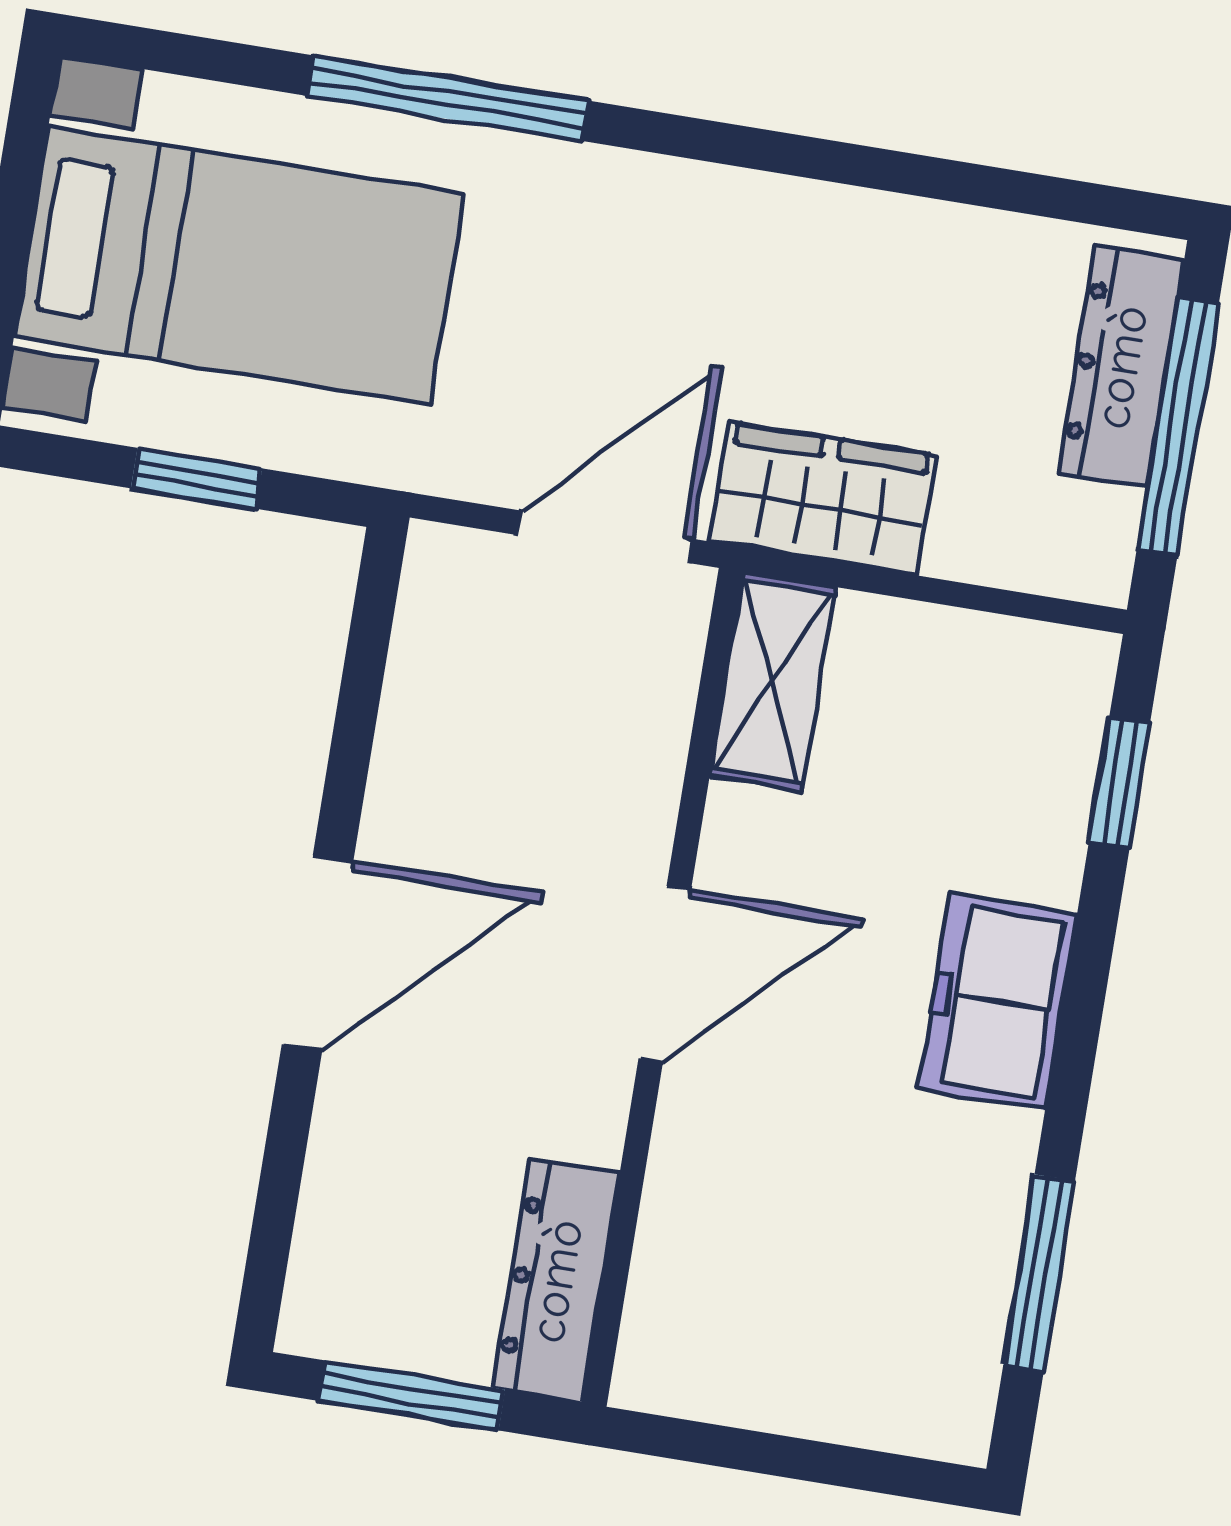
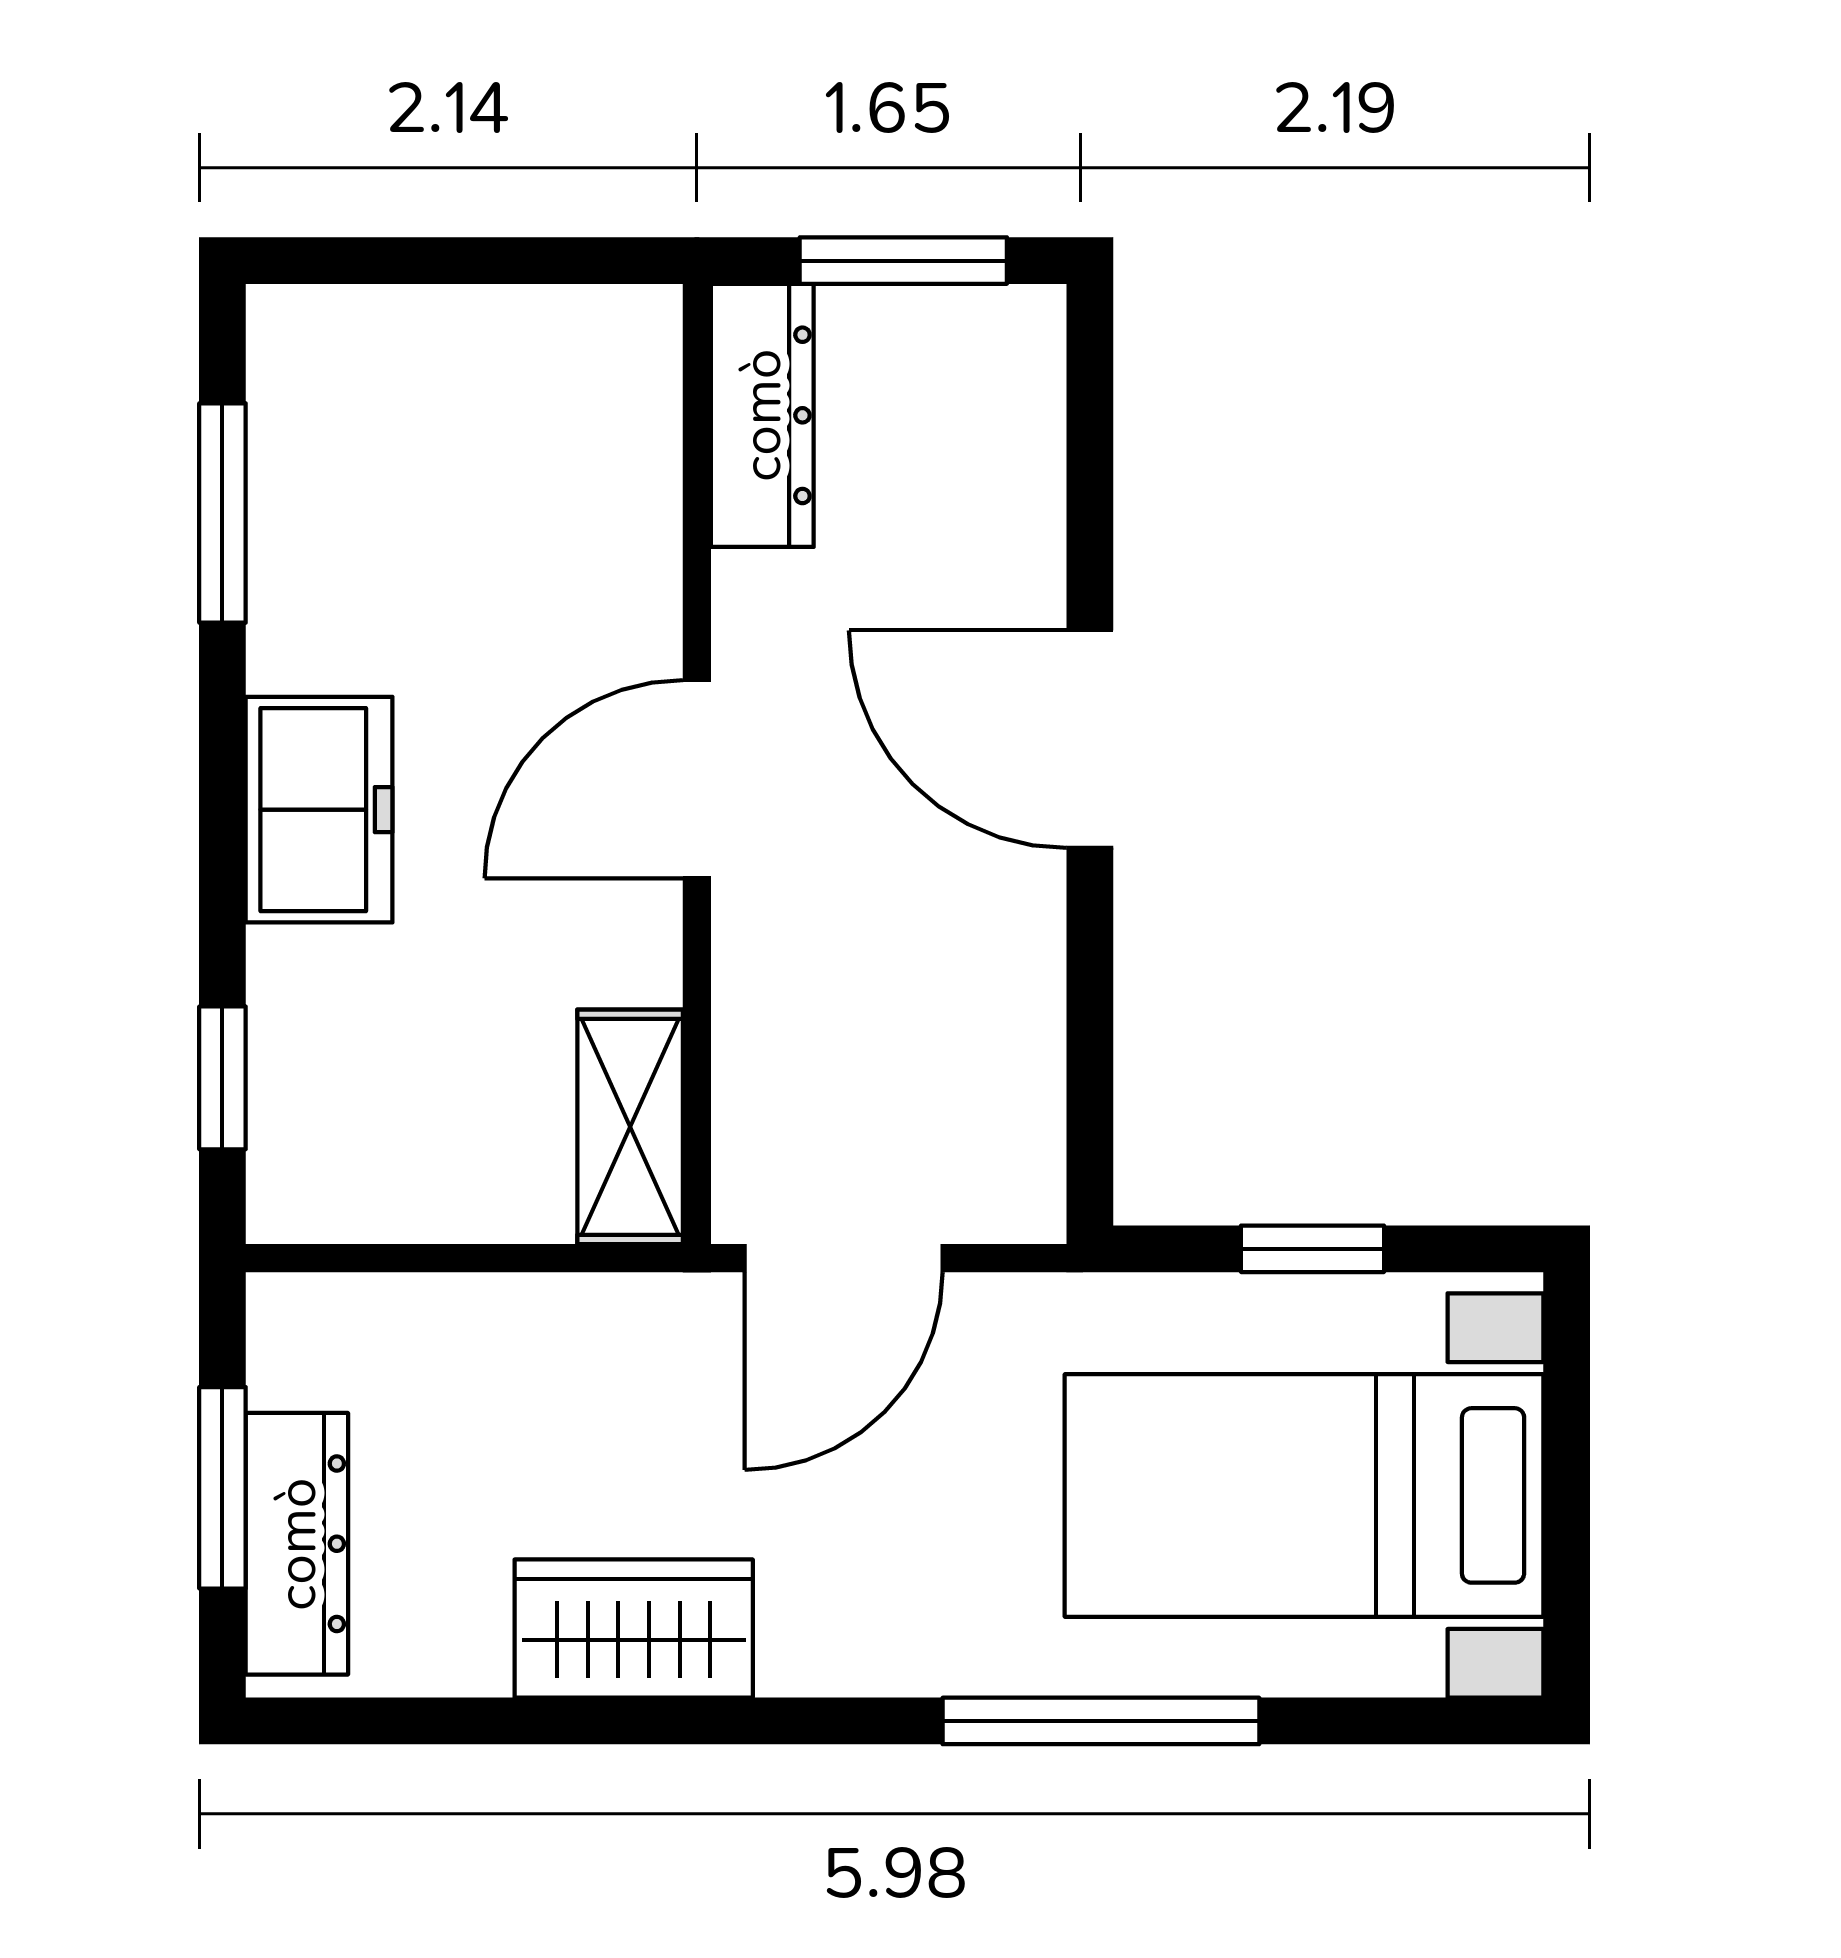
window: (1178, 426) -> (222, 1488), width x0.69
wardrobe: (823, 499) -> (634, 1629), moved, turned 180
door: (318, 953) -> (1090, 739), hinge flipped

